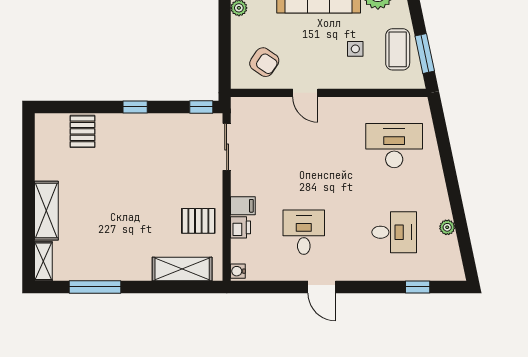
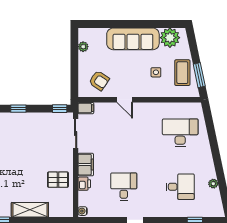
filing cabinet: (243, 106) -> (86, 108), added
filing cabinet: (243, 206) -> (86, 165), width x2.00
shelving: (182, 269) -> (30, 210), moved

